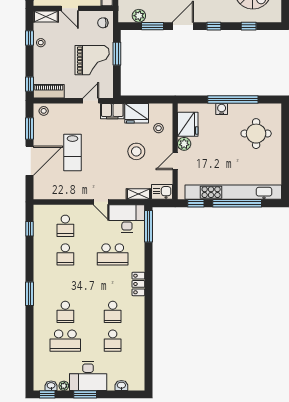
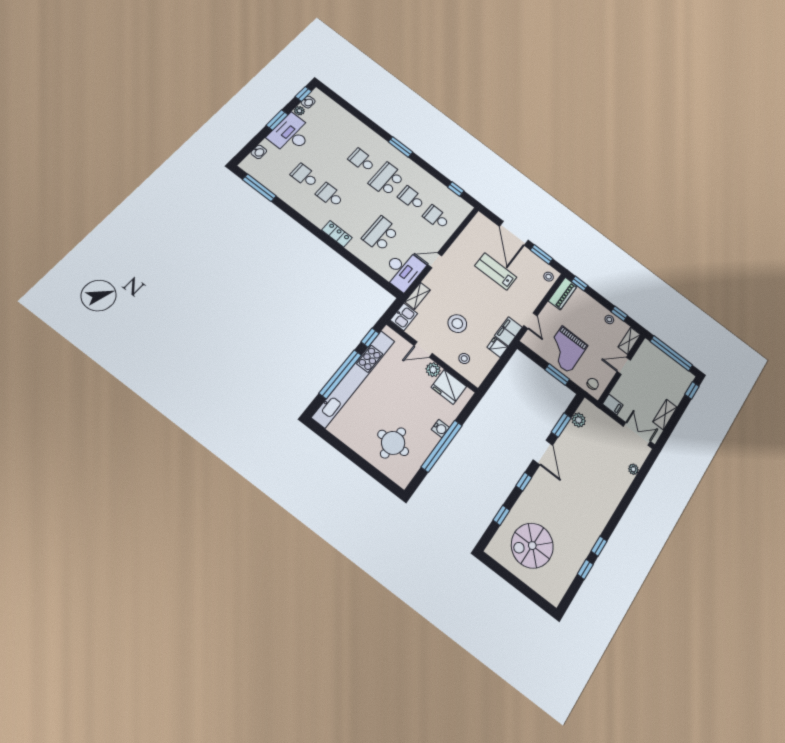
fridge: (137, 113) -> (497, 347), width x0.53, depth x0.75
door: (175, 161) -> (423, 349), swing flipped
window: (148, 226) -> (259, 188), moved
school desk: (65, 341) -> (387, 179), moved

